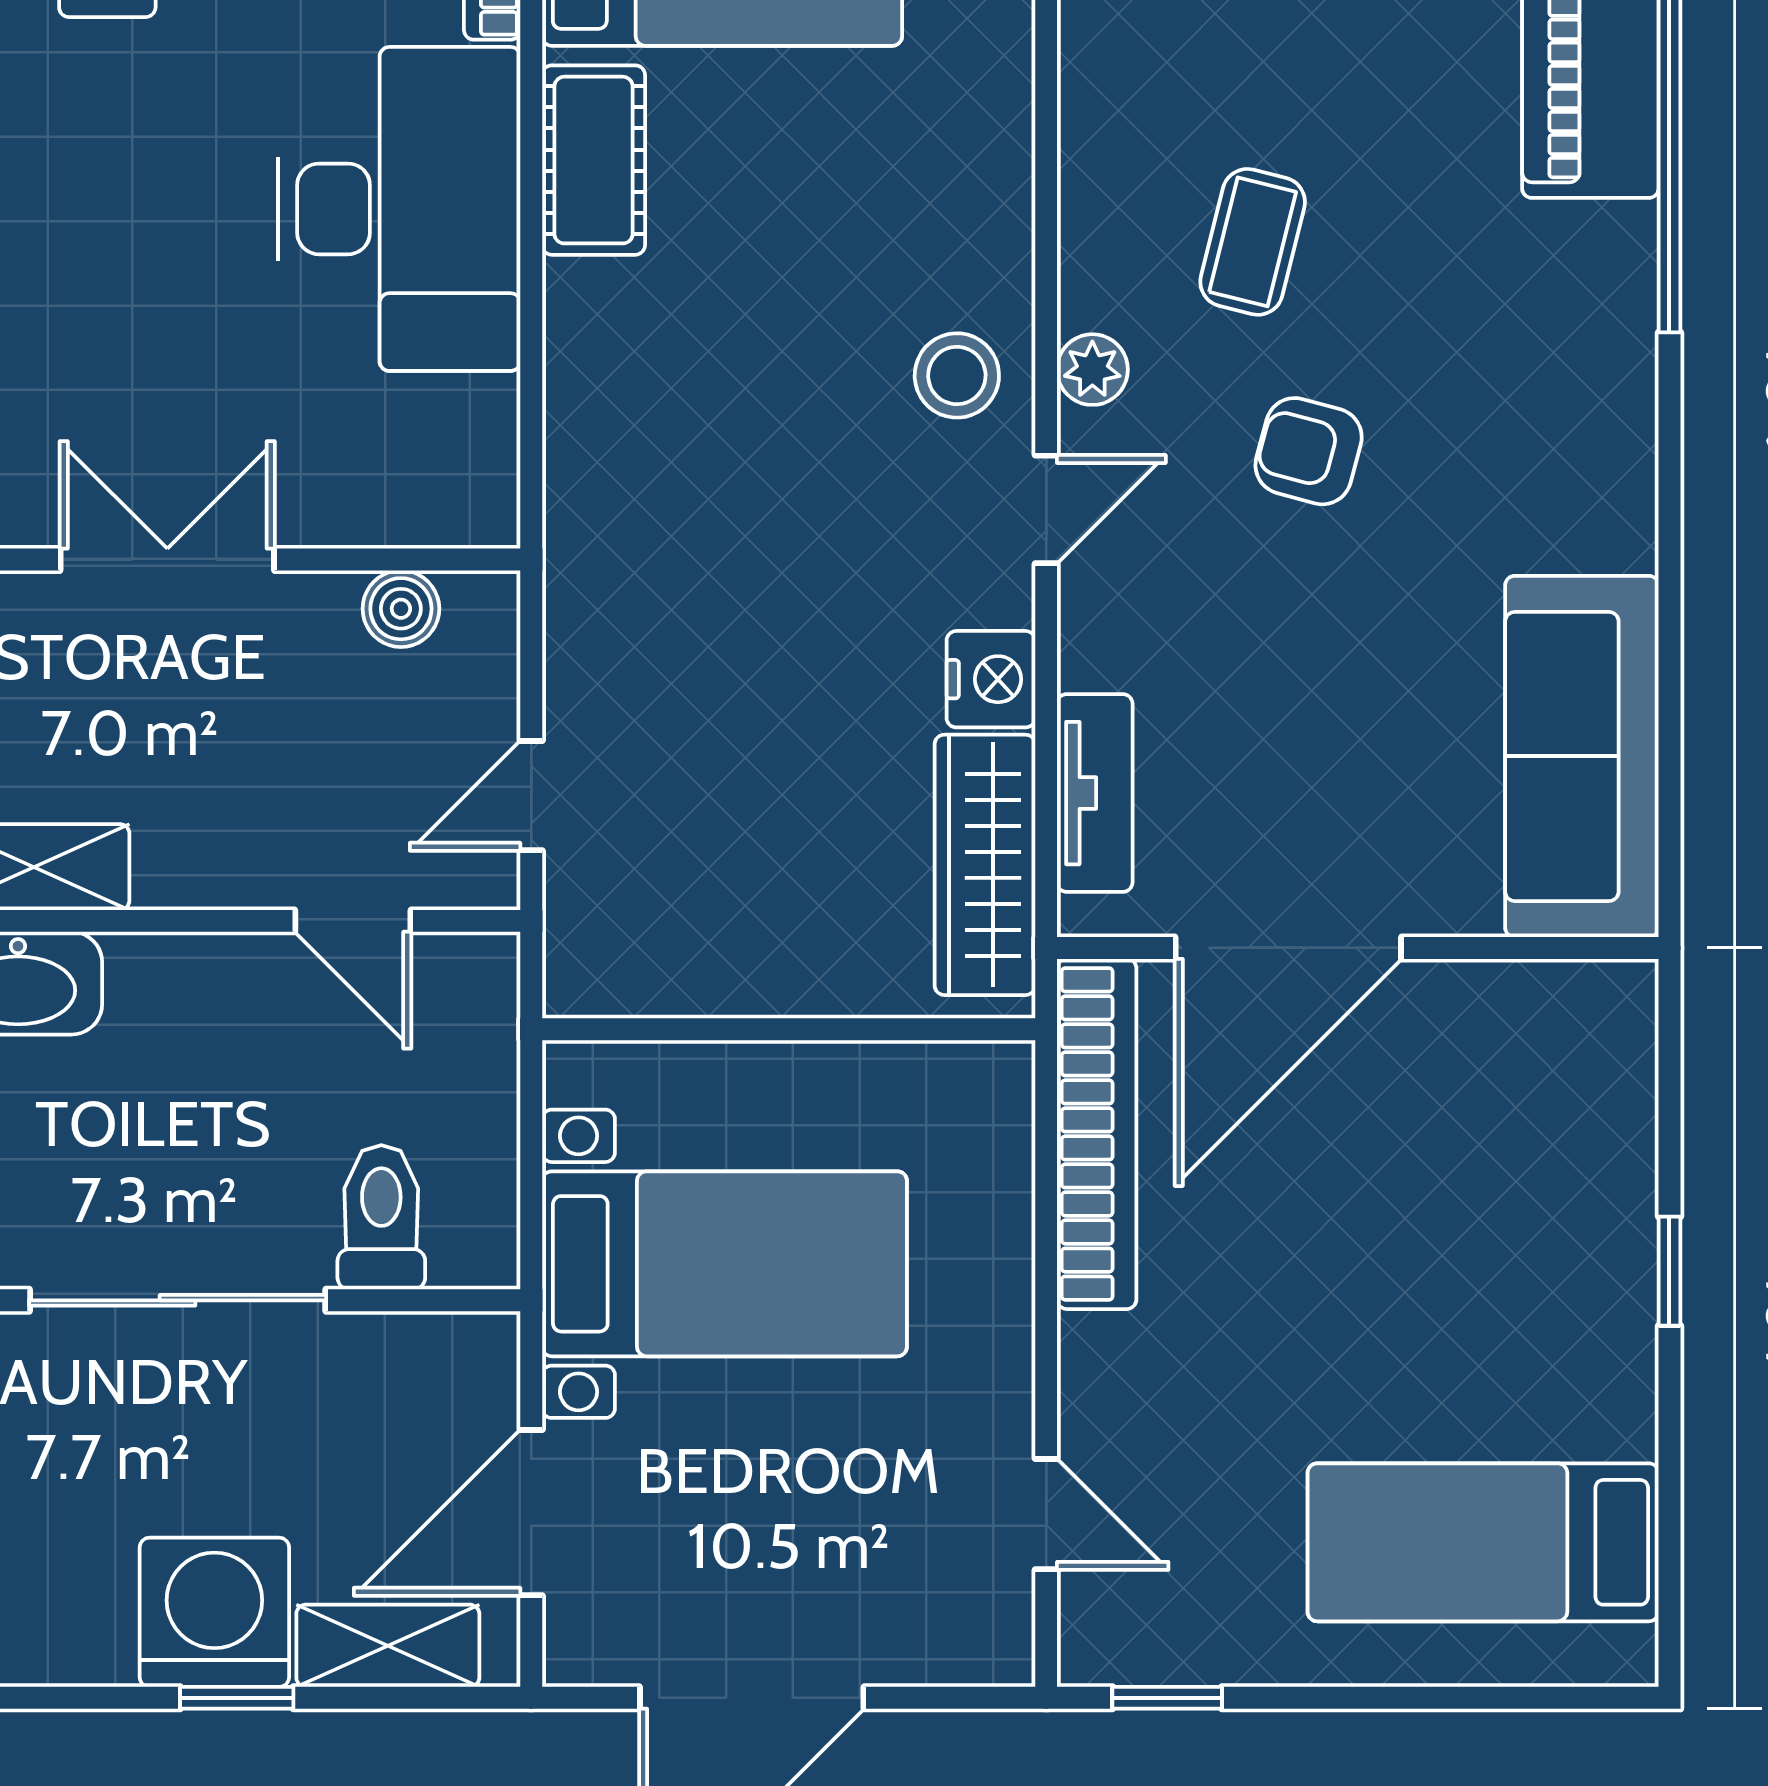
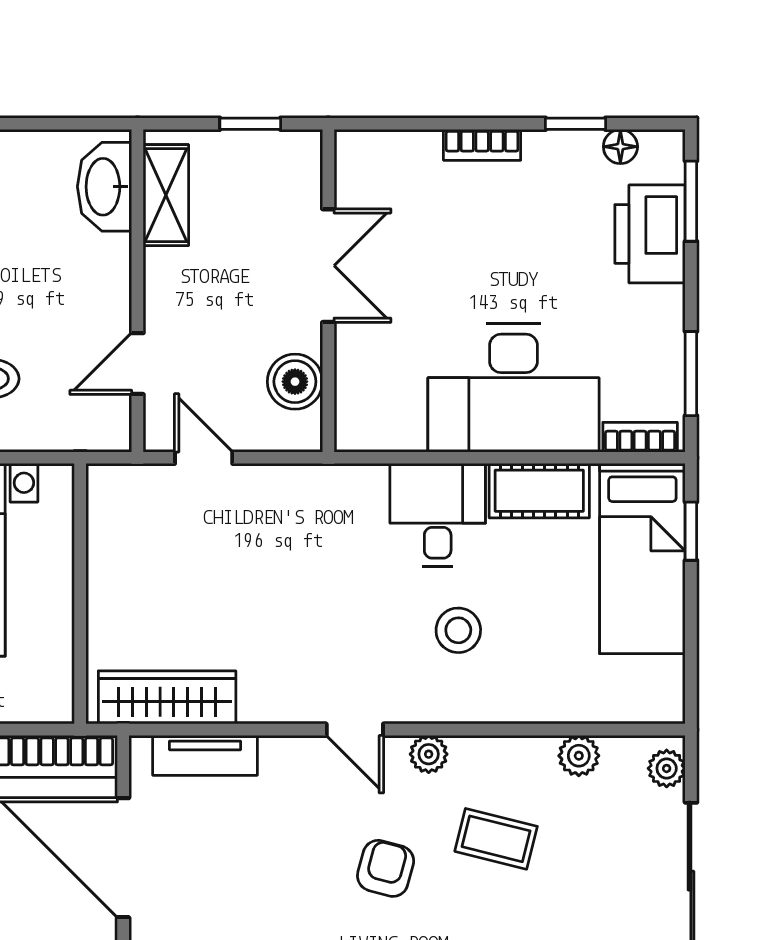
plant: (1095, 85) -> (579, 756), added
desk: (640, 352) -> (438, 515), added
stool: (957, 375) -> (458, 630), moved
boiler: (401, 609) -> (295, 382), width x1.36, depth x1.36
nightstand: (991, 679) -> (265, 701), removed

